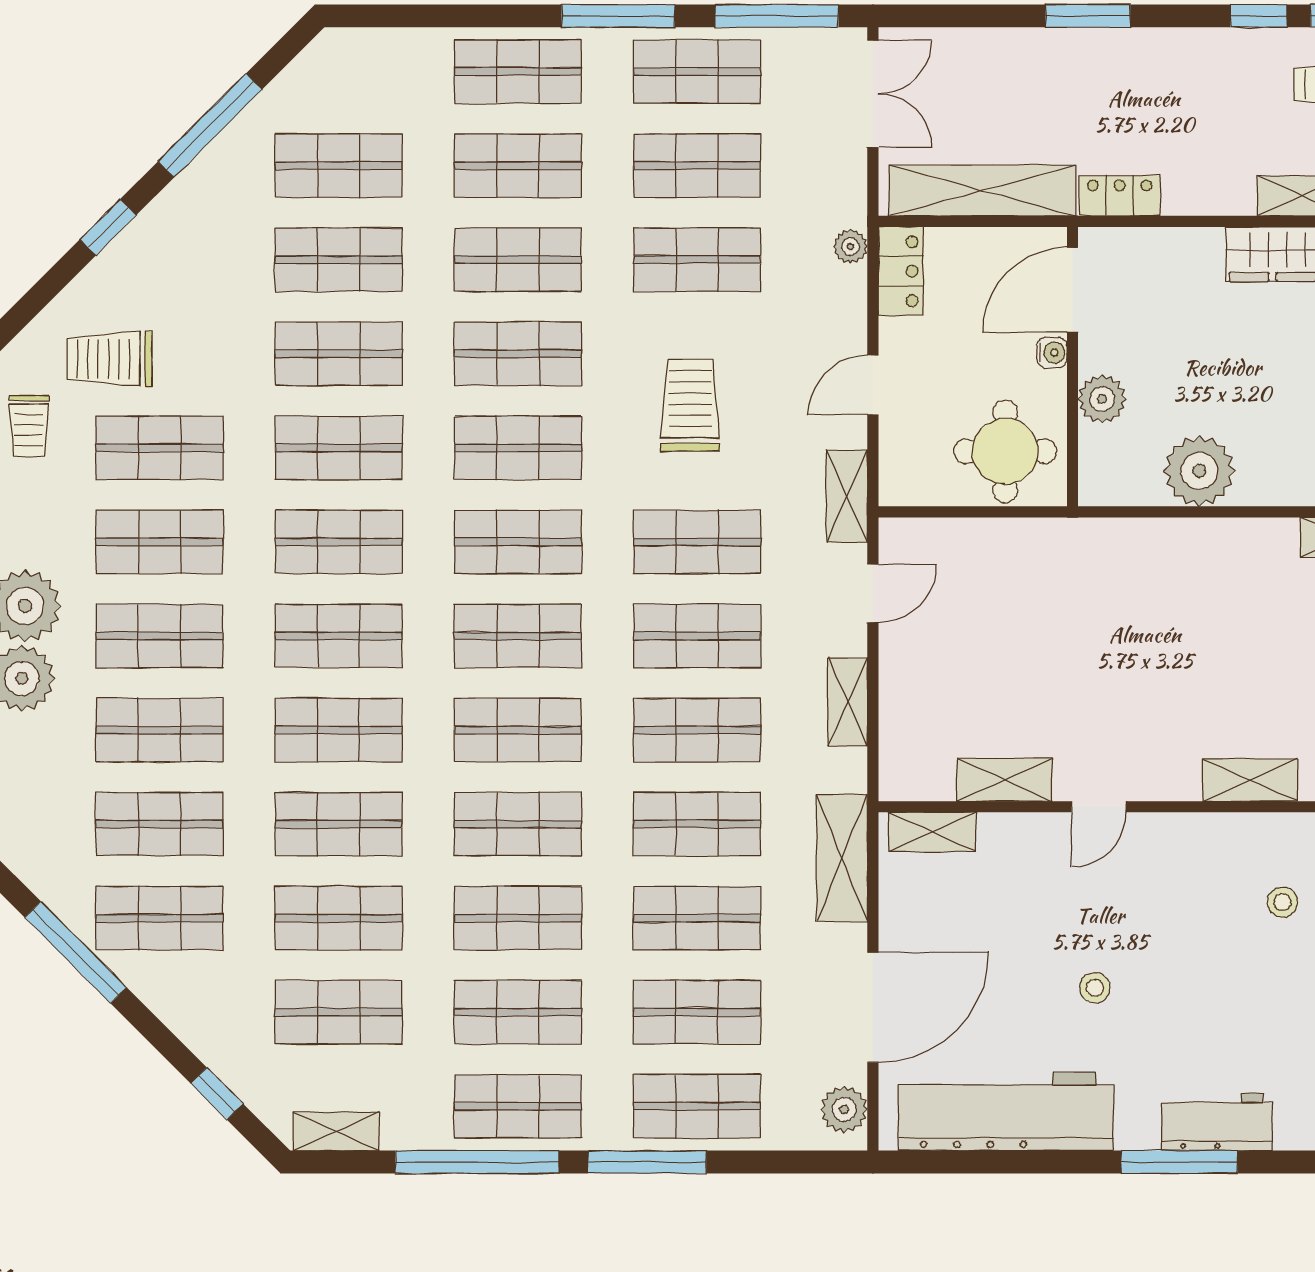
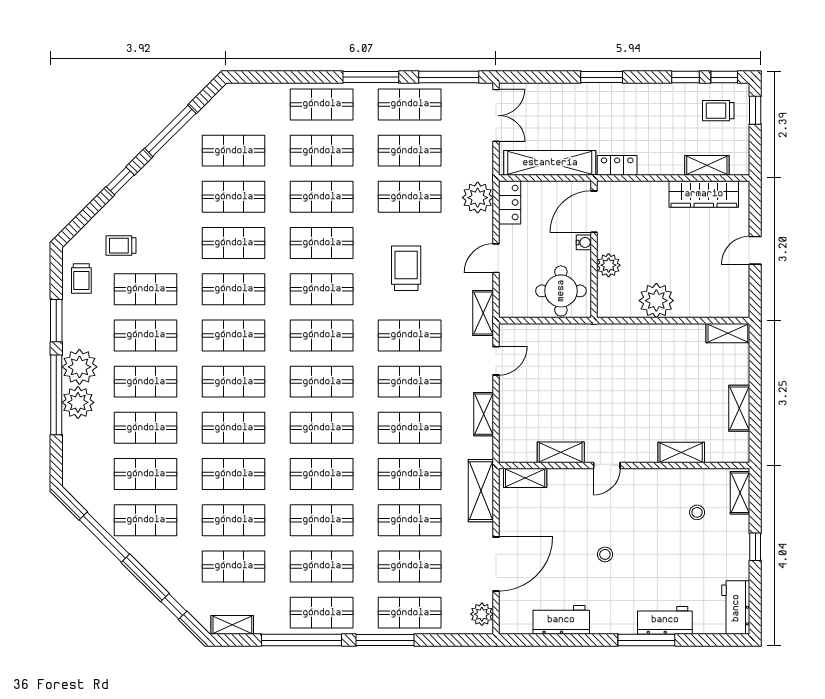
plant: (850, 246) -> (478, 198), width x1.88, depth x1.88
trolley: (109, 359) -> (121, 246), width x0.73, depth x0.72
workbench: (1006, 1112) -> (561, 620), width x0.53, depth x0.76

